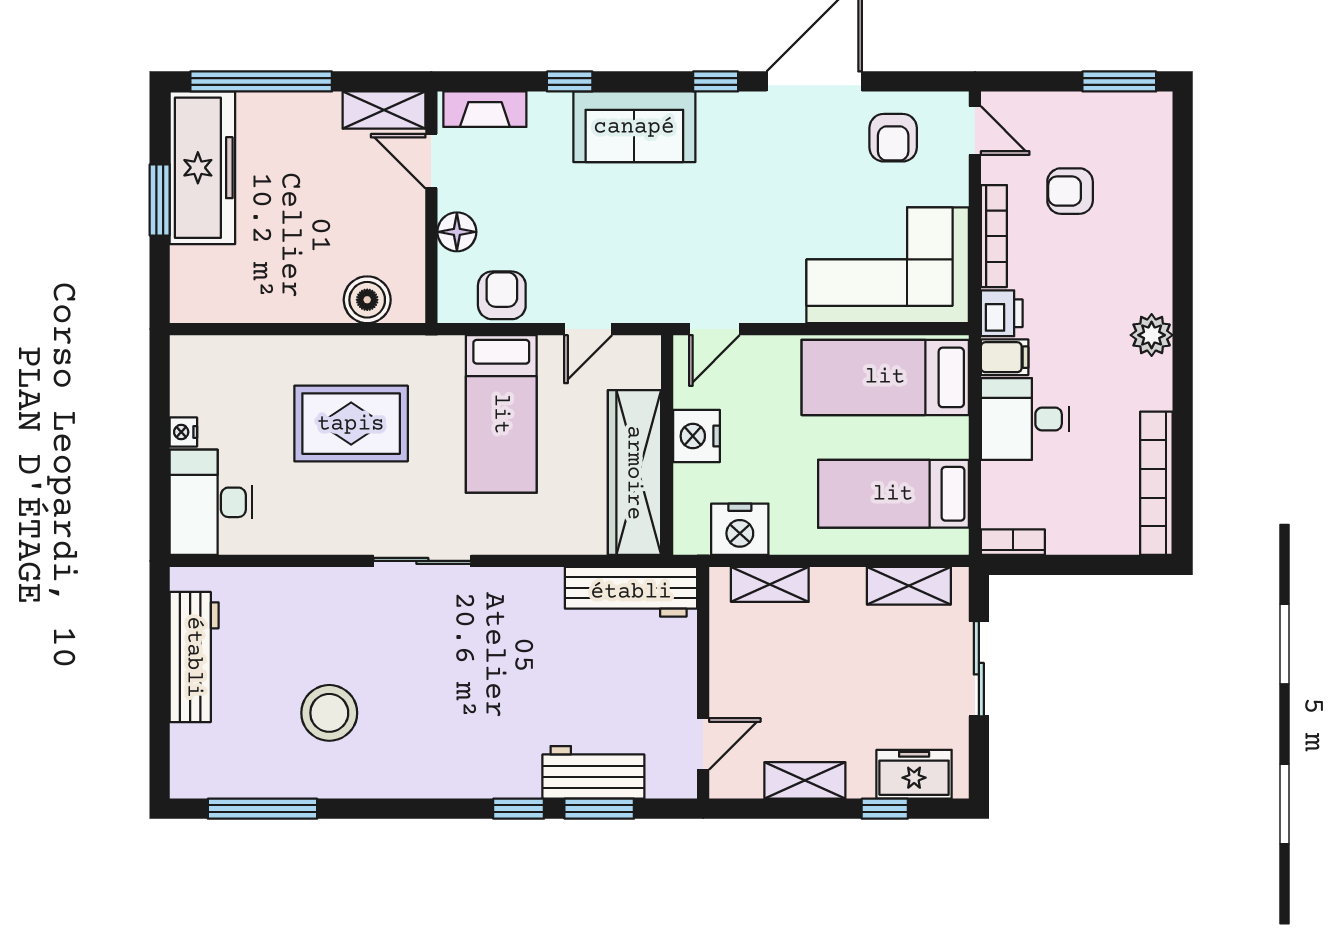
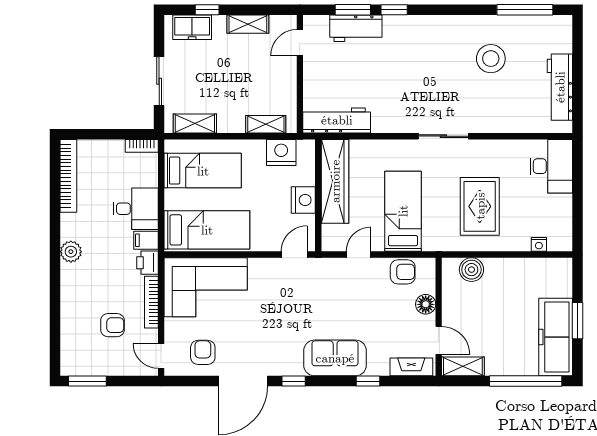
armchair: (502, 295) -> (403, 272), turned -90
rug: (351, 424) -> (480, 206), turned 90
nightstand: (183, 432) -> (539, 244), moved, turned 90

